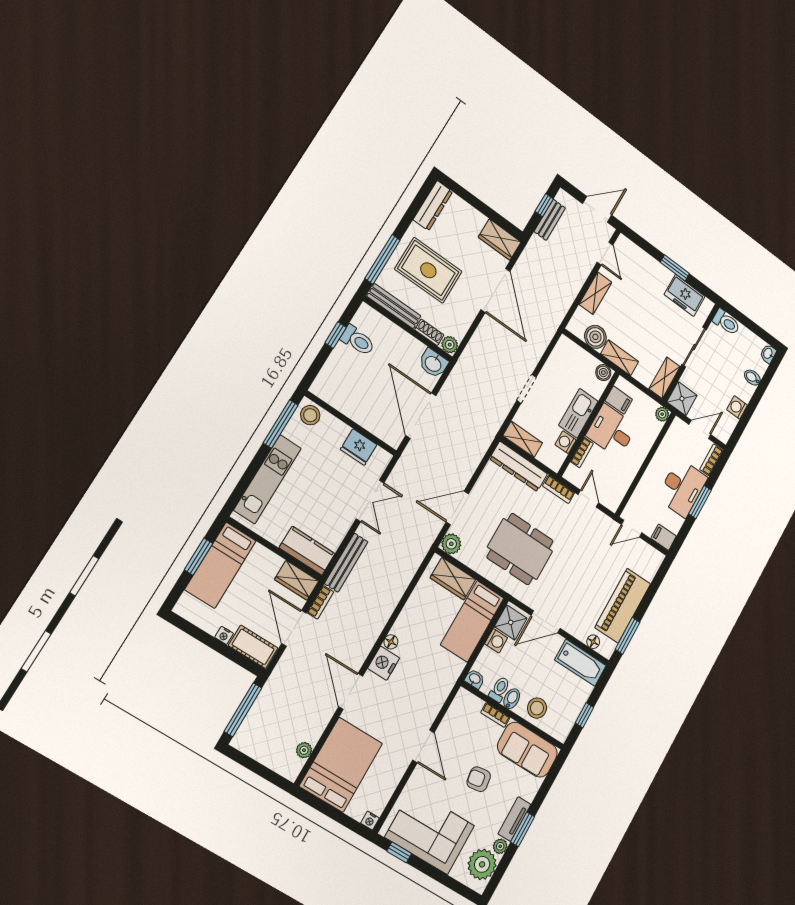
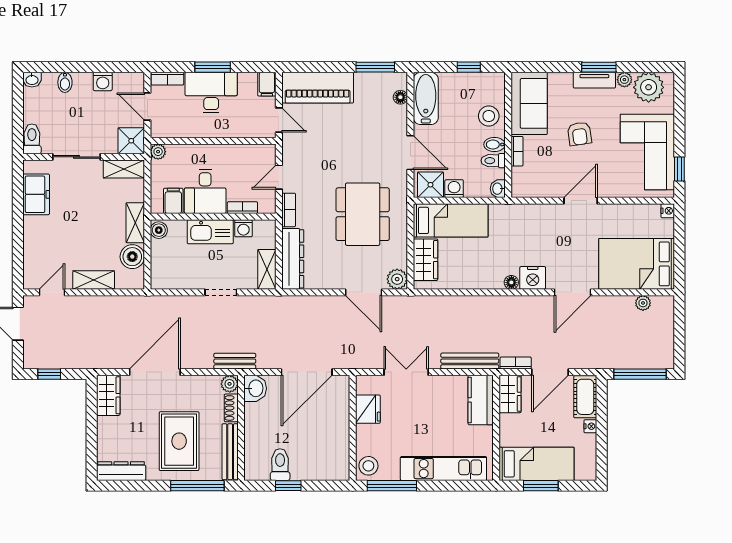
bench: (550, 220) -> (235, 361), moved
window: (675, 268) -> (18, 219), removed
piano: (623, 606) -> (318, 88), moved

